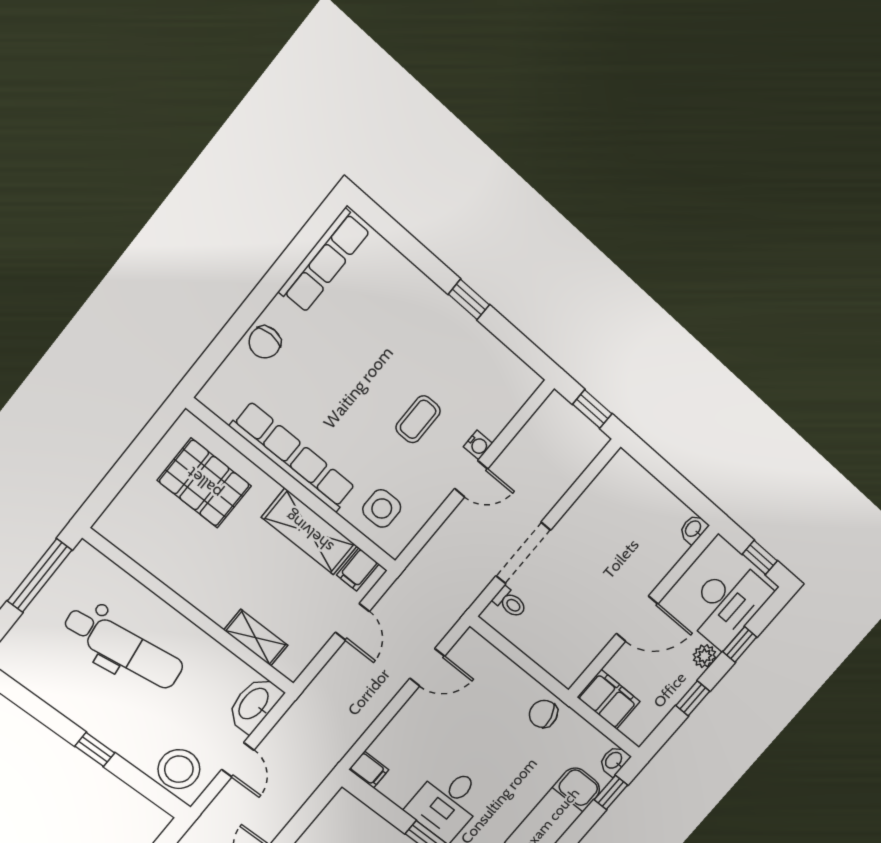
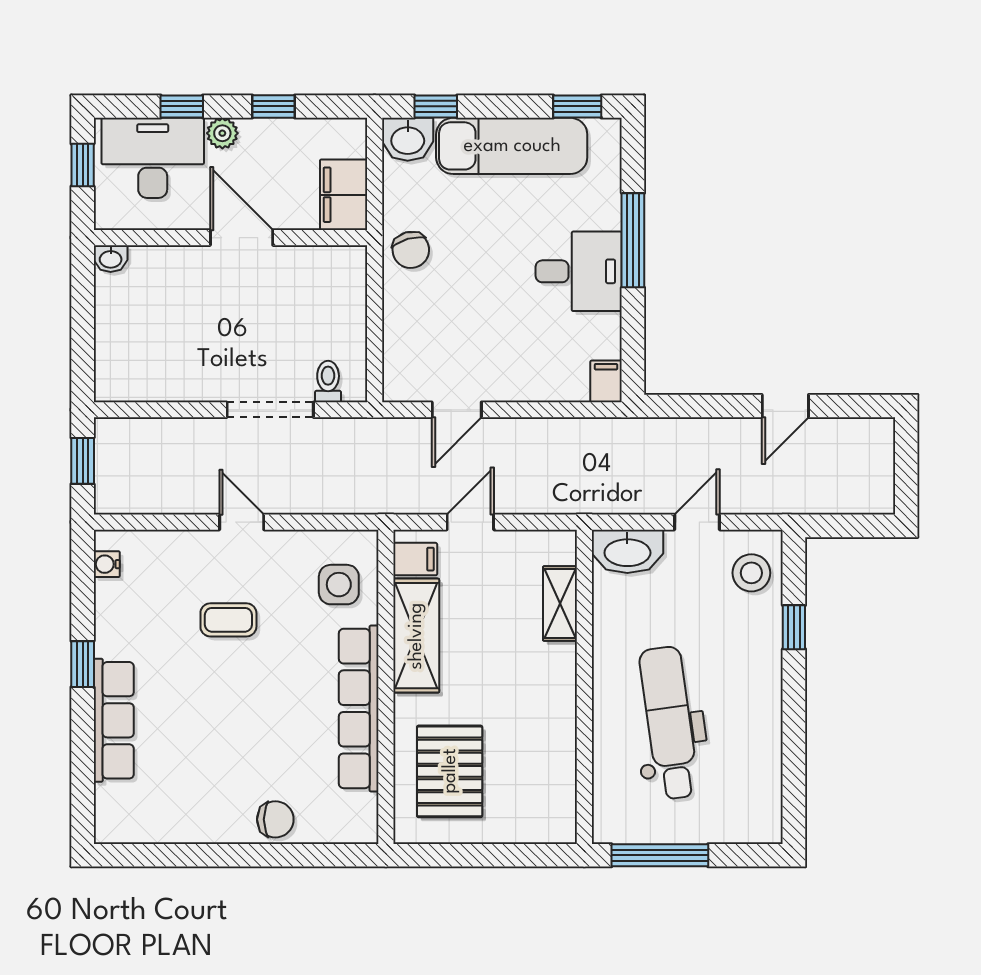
row of seats: (324, 261) -> (114, 720), moved, turned 90
water cooler: (478, 445) -> (107, 564), moved, turned -90
door: (427, 667) -> (457, 410), swing flipped
window: (95, 749) -> (794, 627), moved
washbasin: (614, 761) -> (408, 139), width x1.38, depth x1.45
stool: (179, 769) -> (751, 573), width x0.73, depth x0.73

